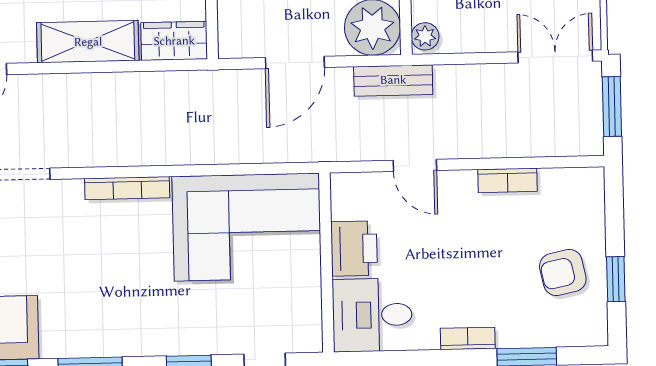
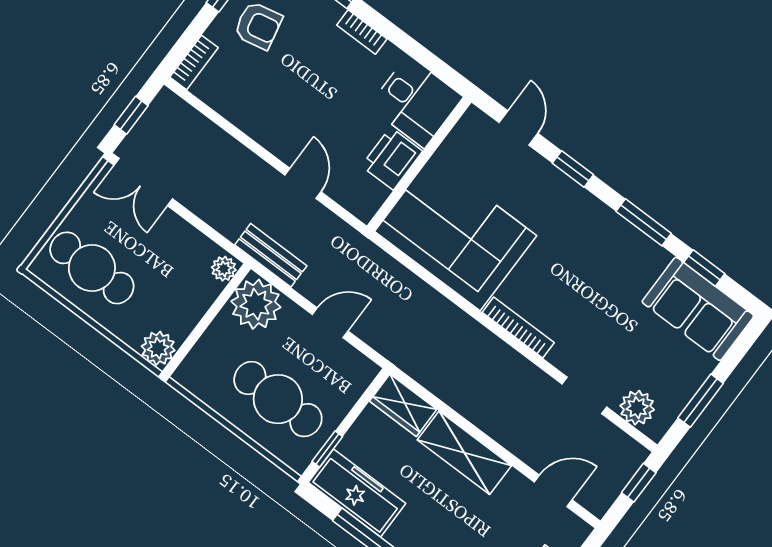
door: (295, 62) -> (330, 323), width x0.73
window: (612, 106) -> (131, 115), width x0.67
bookcase: (507, 180) -> (194, 62), moved, turned 90

